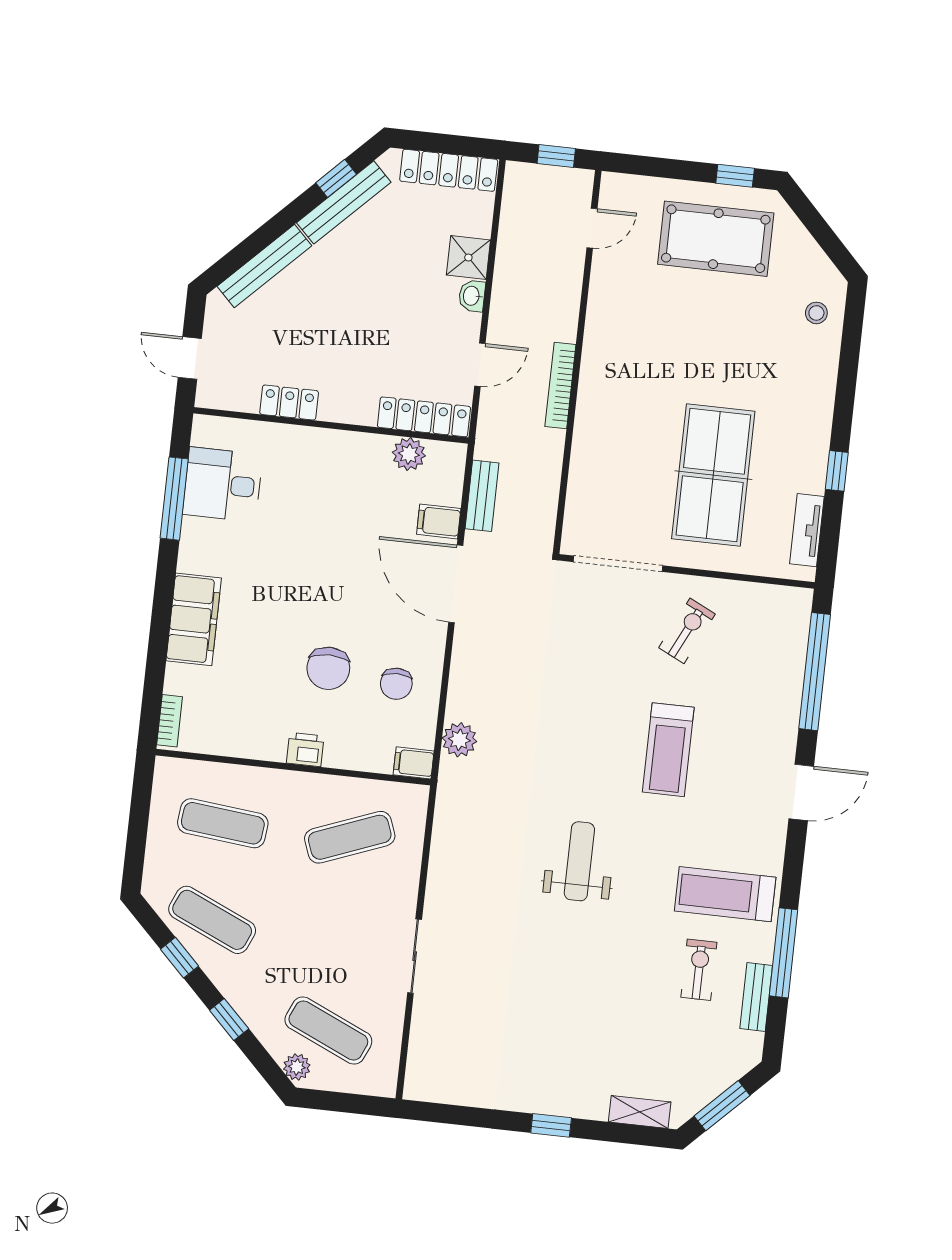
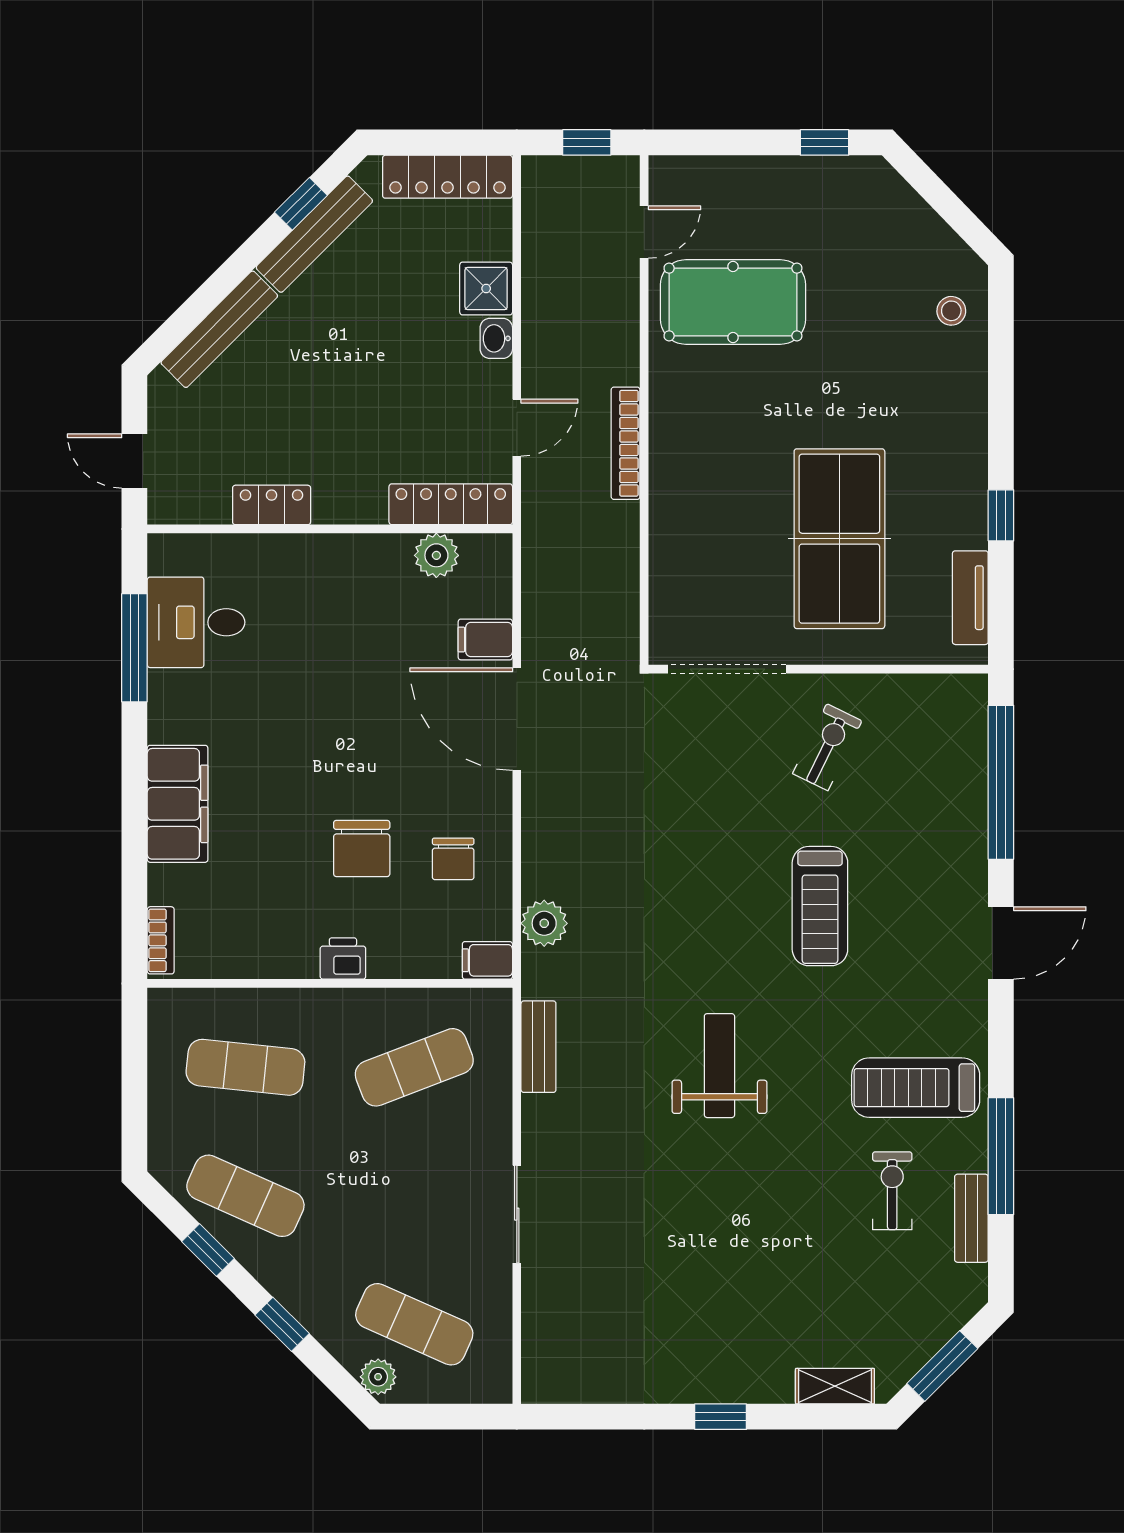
pool table: (716, 239) -> (733, 302), moved
bench: (482, 496) -> (538, 1047), moved

